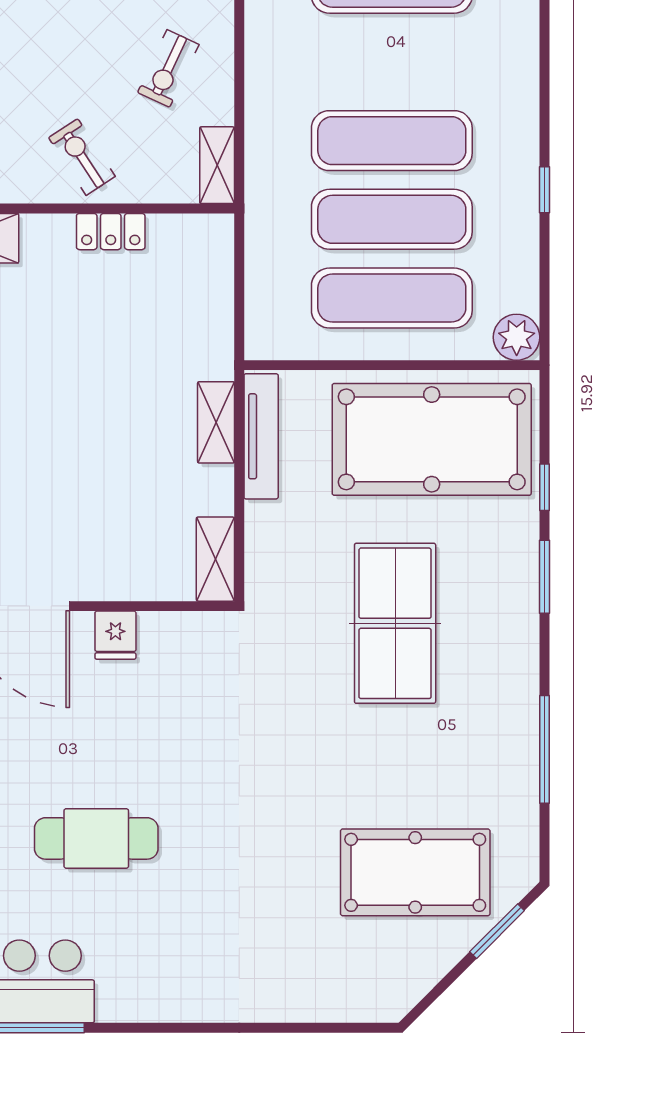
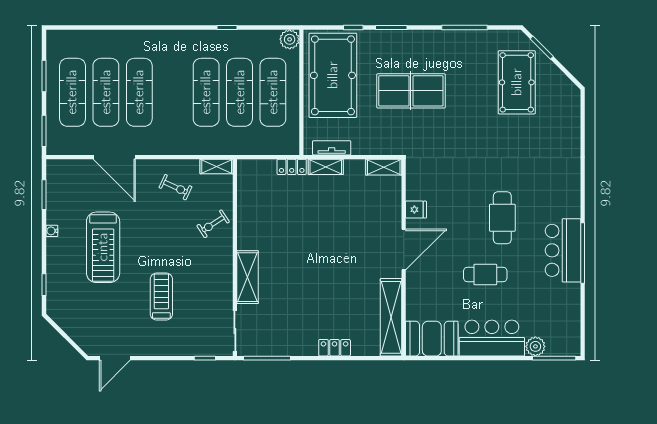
locker: (111, 232) -> (292, 167), moved, turned 90
tv unit: (261, 436) -> (332, 148), width x0.71

